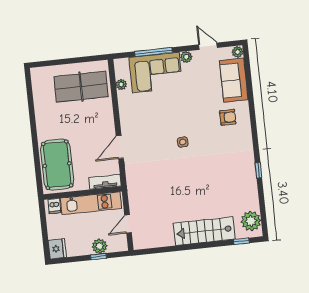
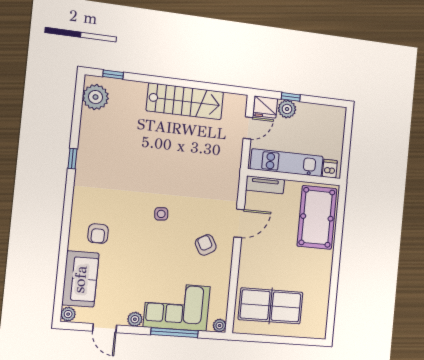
plant: (121, 84) -> (220, 326), moved
armchair: (228, 117) -> (98, 234), turned -90
armchair: (143, 125) -> (206, 245), added
stairs: (204, 231) -> (185, 101), moved
fridge: (57, 249) -> (265, 107), moved, turned -90

